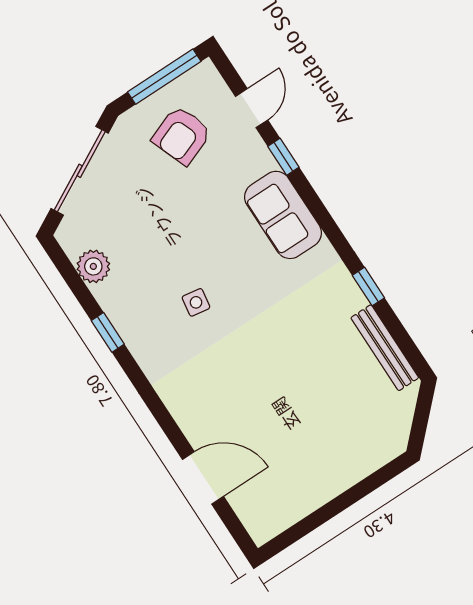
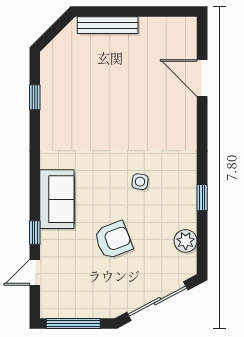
armchair: (182, 135) -> (113, 240), moved
window: (368, 287) -> (35, 97), moved
bench: (385, 348) -> (108, 25), moved, turned 90

